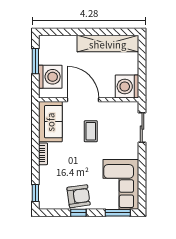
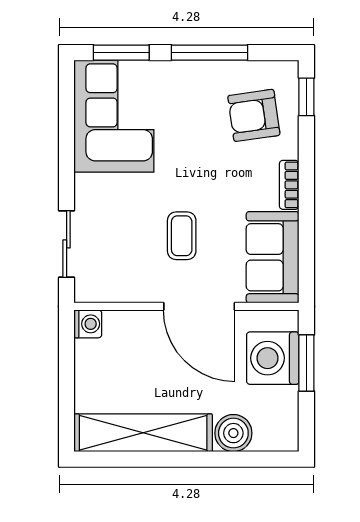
boiler: (68, 43) -> (233, 433), added
window: (35, 61) -> (306, 363), moved
washing machine: (127, 87) -> (88, 324), width x0.53, depth x0.53
armchair: (79, 196) -> (254, 115), moved
window: (78, 213) -> (209, 53), width x2.17

